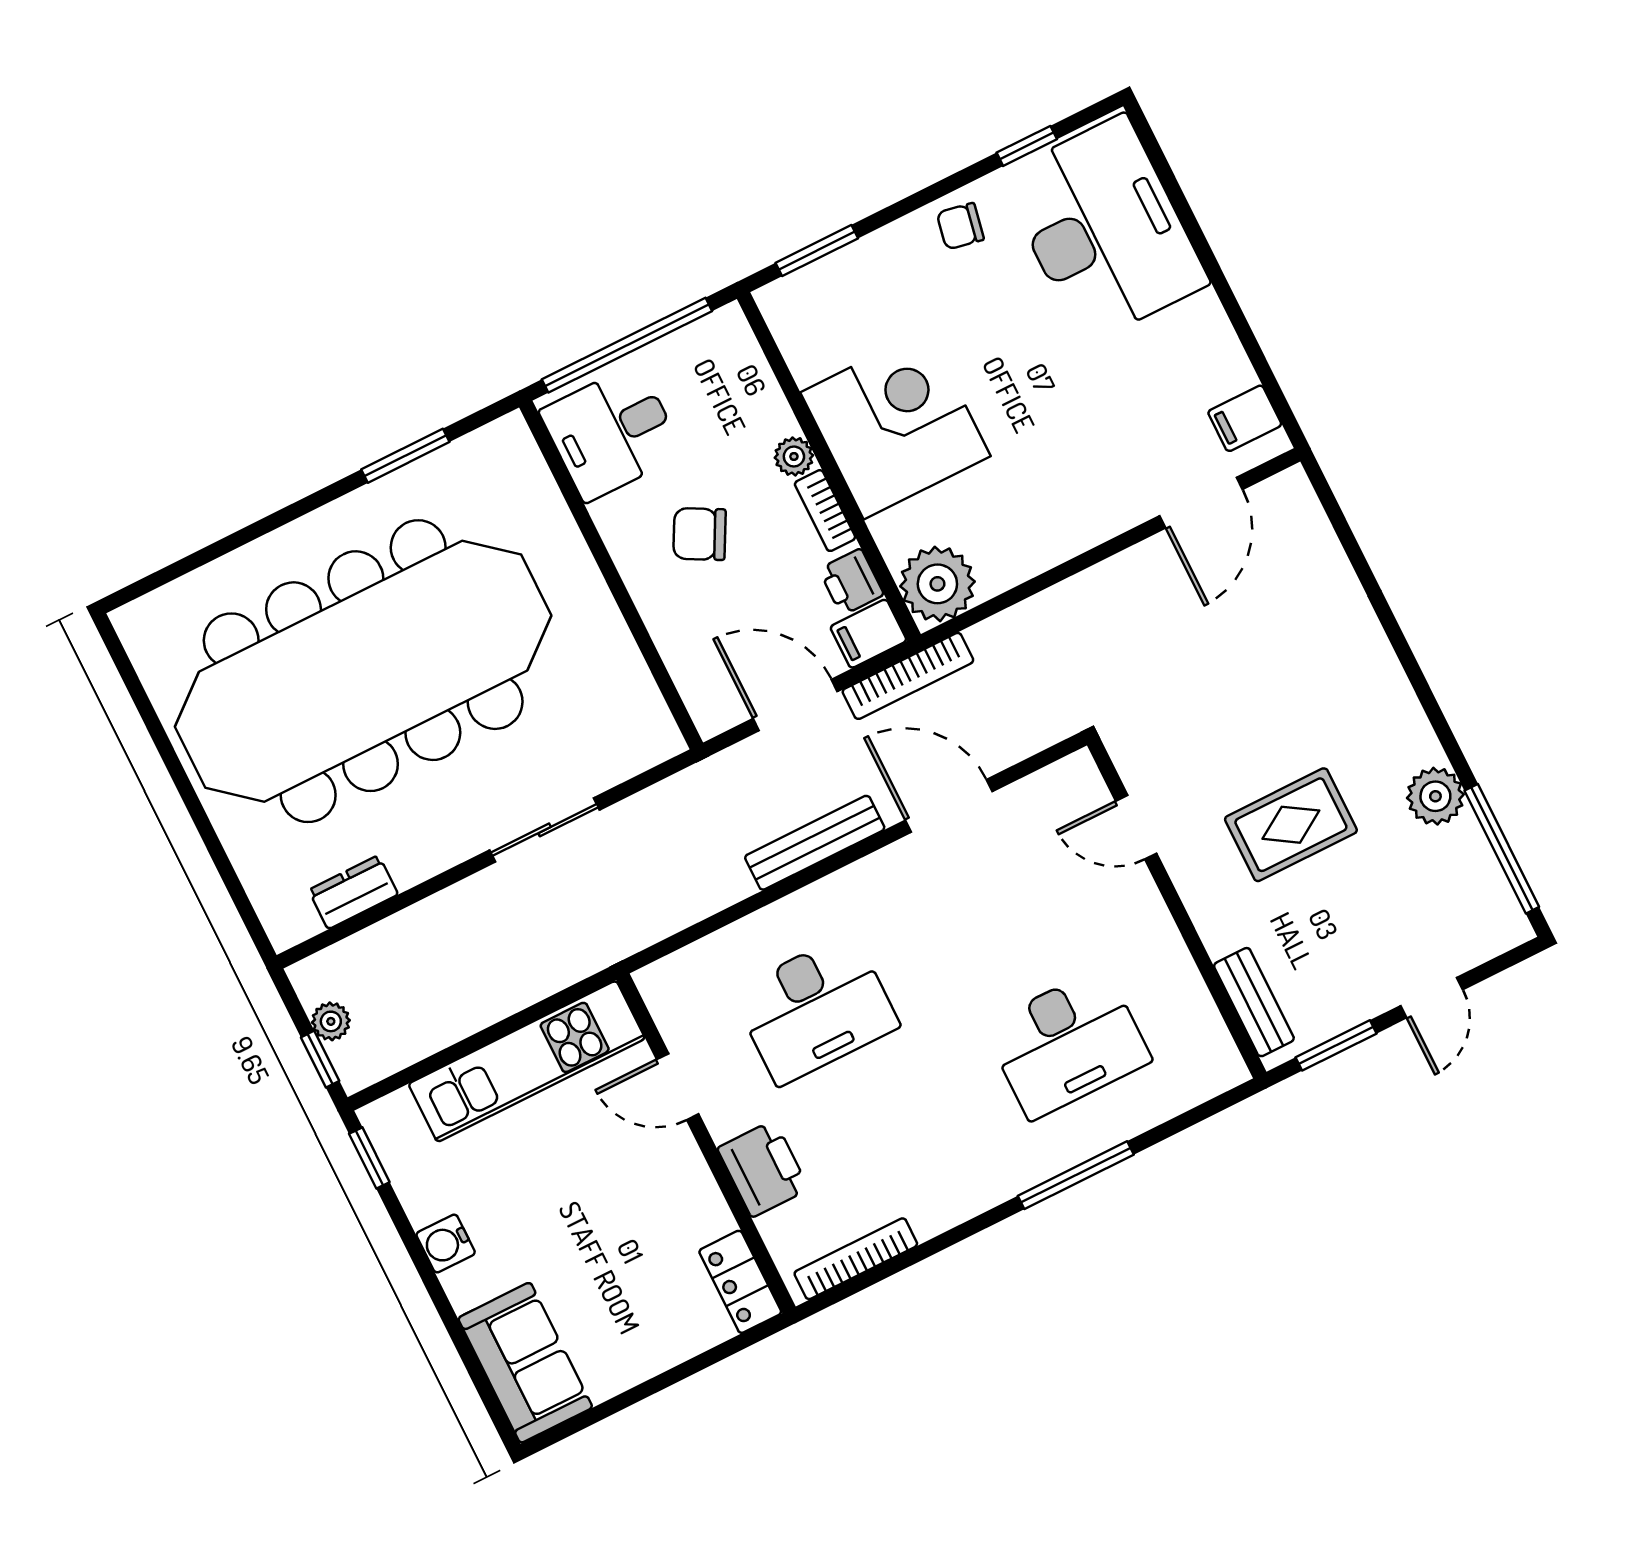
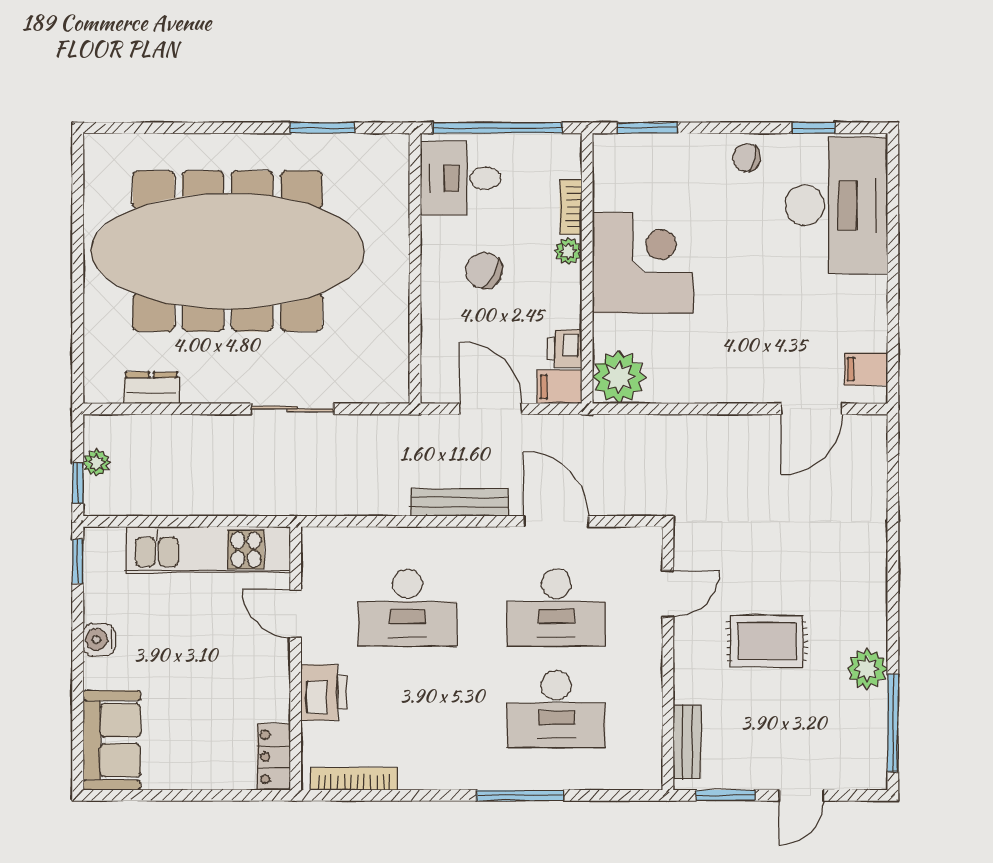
bookcase: (825, 511) -> (571, 207), moved
bookcase: (908, 676) -> (571, 426), removed
door: (1136, 827) -> (668, 594), swing flipped
desk: (1003, 915) -> (556, 608), added

